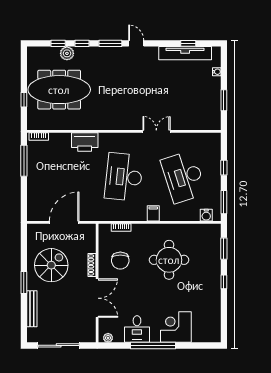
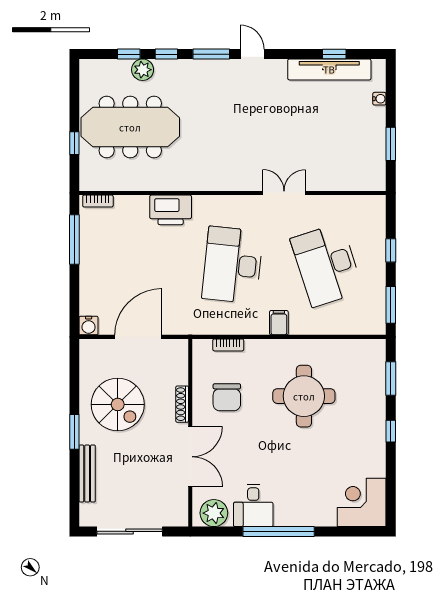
water cooler: (206, 215) -> (89, 326), moved
spiral stairs: (51, 265) -> (118, 404), turned 90
corner desk: (176, 327) -> (362, 502), moved
plant: (108, 338) -> (214, 513), width x1.87, depth x1.87

